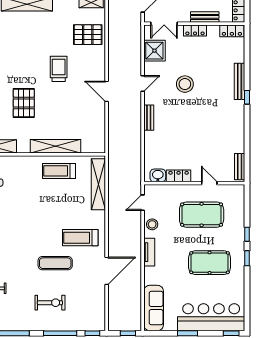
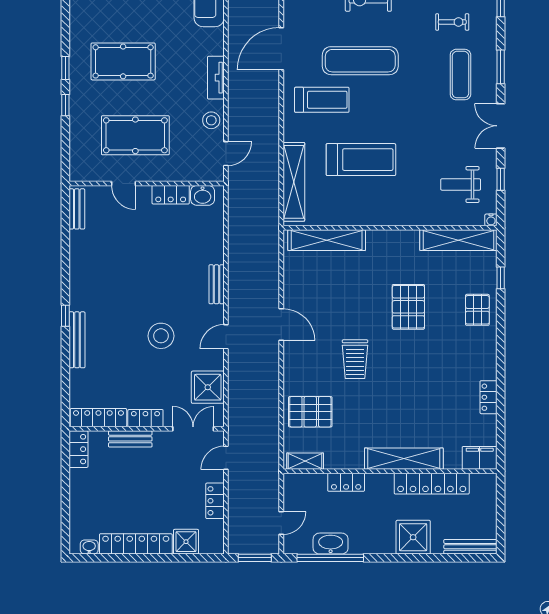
locker: (232, 31) -> (98, 418), width x1.53
shelving: (56, 146) -> (327, 240), moved
treadmill: (59, 171) -> (361, 160), moved, width x1.37, depth x1.38
exercise mat: (55, 263) -> (360, 61), width x1.36, depth x1.45

